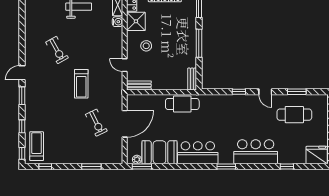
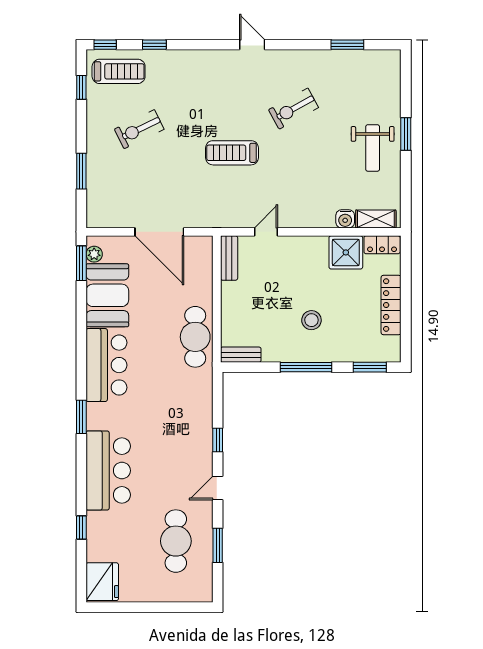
stool: (146, 46) -> (311, 320), moved
window: (22, 96) -> (347, 45), moved
exercise bike: (96, 123) -> (139, 129), moved

